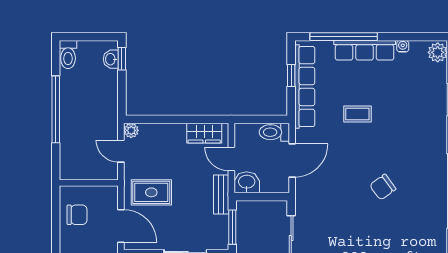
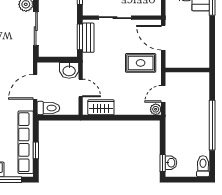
door: (121, 151) -> (163, 94), swing flipped
bench: (221, 194) -> (88, 38), moved
chair: (77, 215) -> (196, 46), removed

